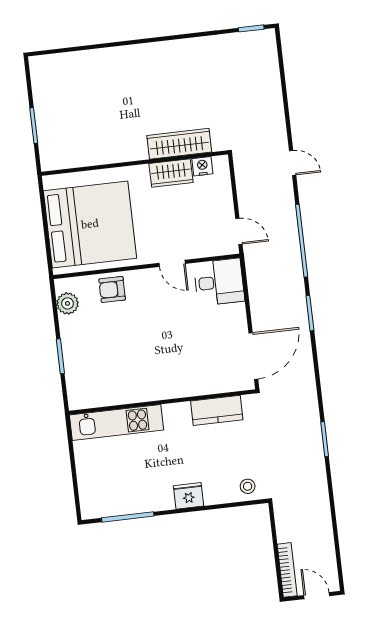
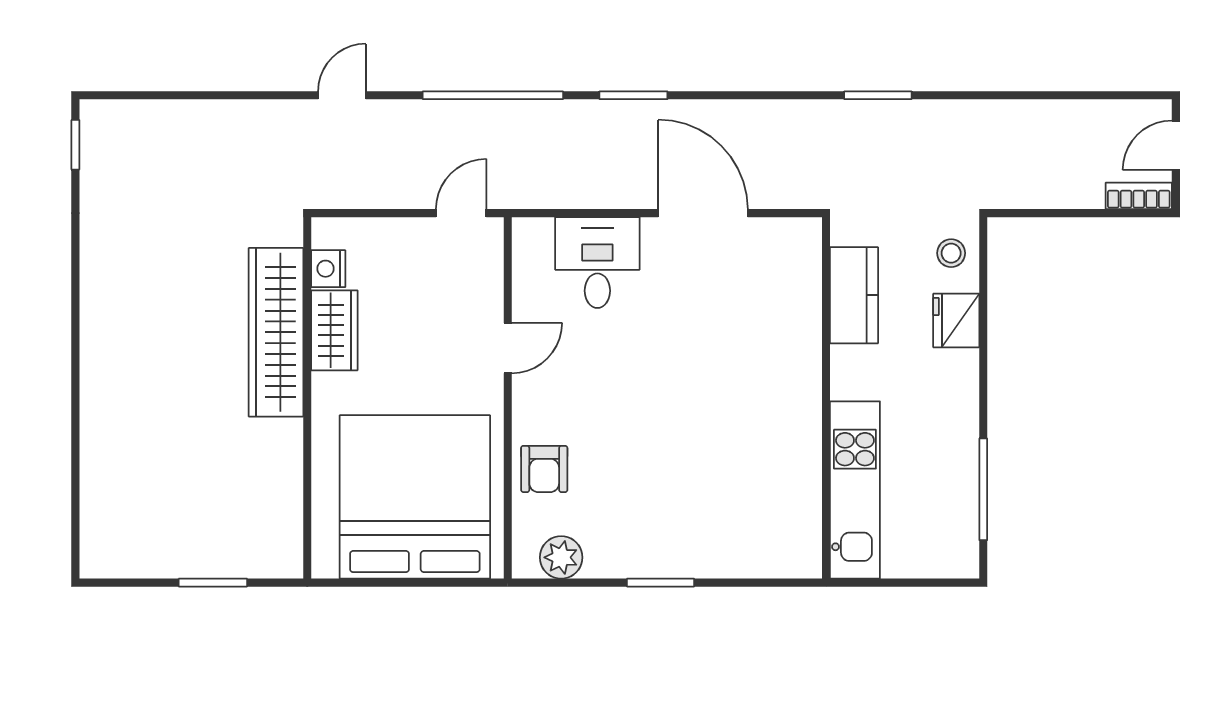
wardrobe: (179, 144) -> (276, 332), width x1.40, depth x1.17
desk: (219, 282) -> (597, 263), moved
wall: (162, 402) -> (826, 398), moved
kitchen counter: (217, 410) -> (854, 295), moved
kitchen unit: (116, 423) -> (855, 490), moved
fridge: (189, 496) -> (956, 320), moved
bookcase: (287, 570) -> (1139, 196), width x0.64

